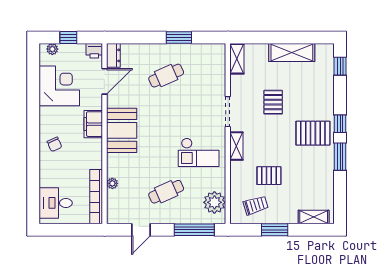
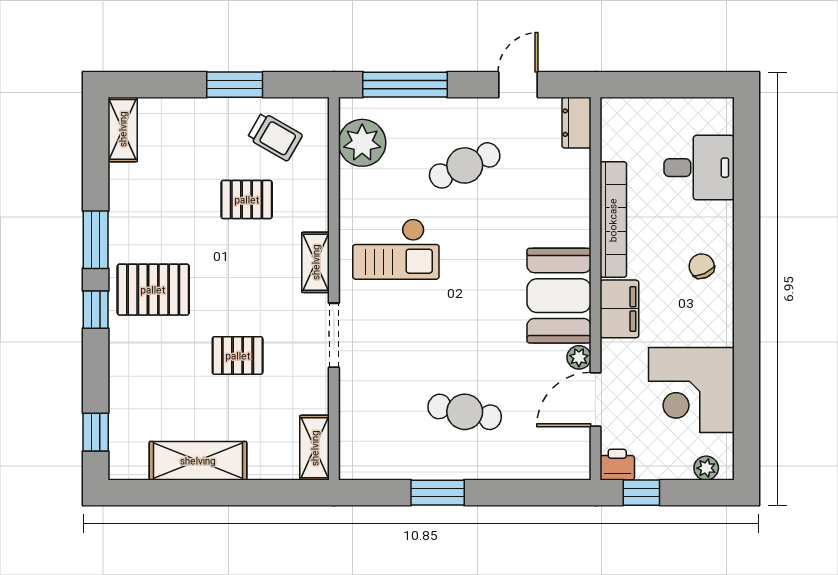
window: (68, 38) -> (641, 493), moved
dresser: (113, 55) -> (576, 123), moved
cafe table: (166, 76) -> (465, 412), turned 36
pallet: (273, 102) -> (238, 356), turned 90
checkout: (199, 152) -> (396, 249), turned 180
plant: (112, 183) -> (579, 357), moved
bookcase: (96, 197) -> (613, 220), moved
desk: (56, 203) -> (699, 168), moved
trolley: (256, 205) -> (275, 137), turned -133
shelving: (314, 217) -> (123, 129), moved, turned 90

